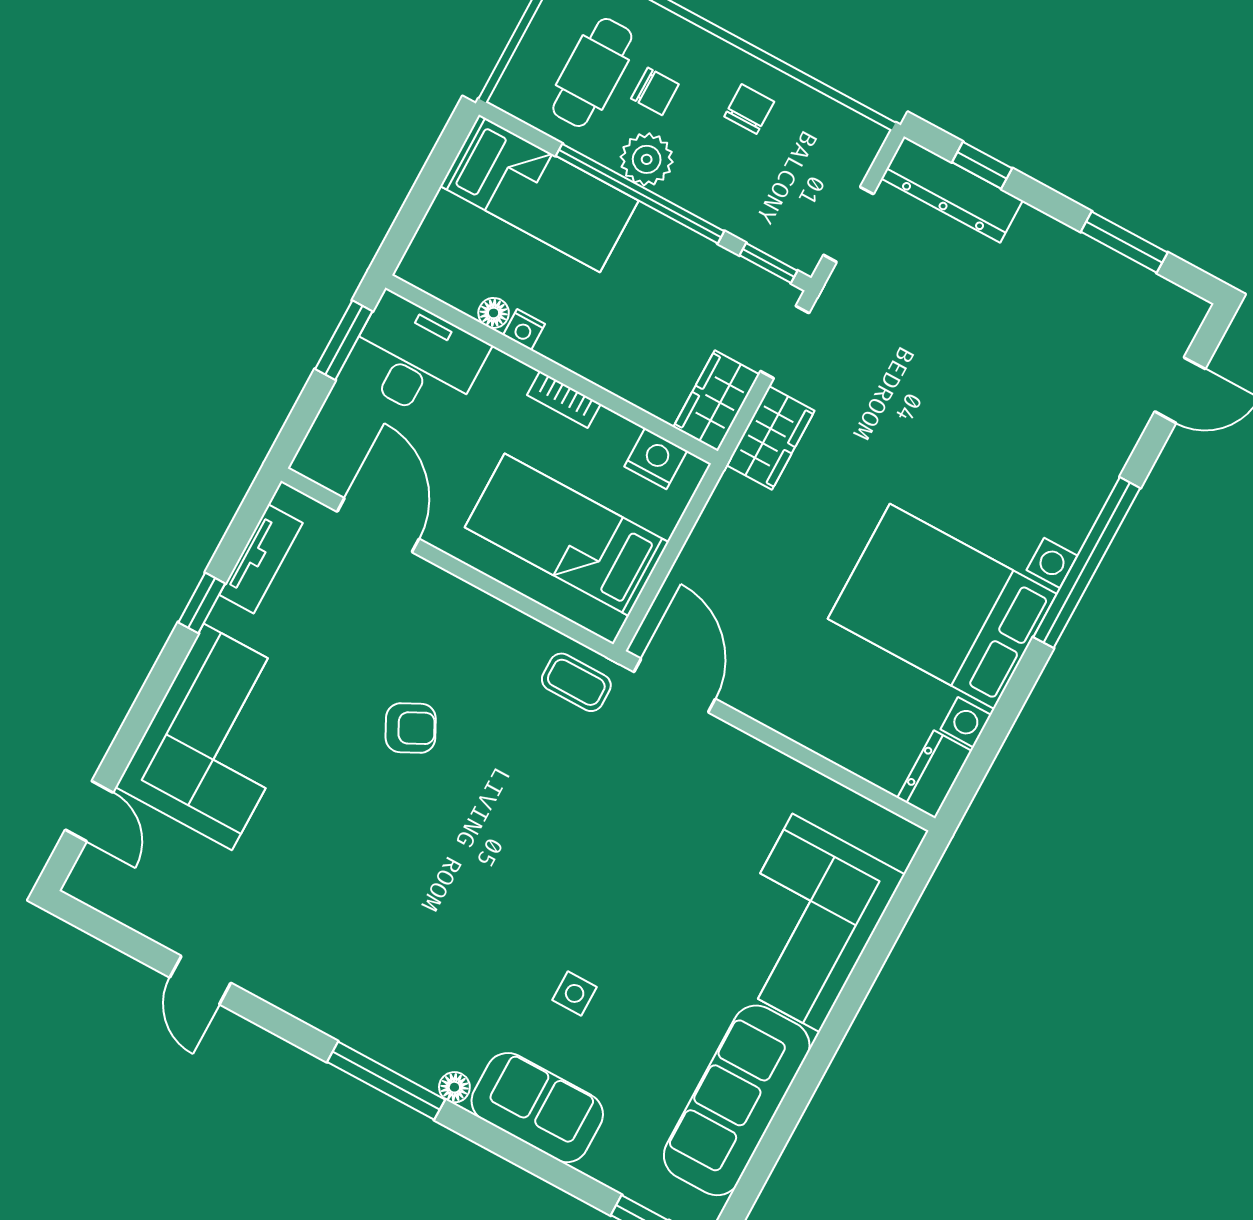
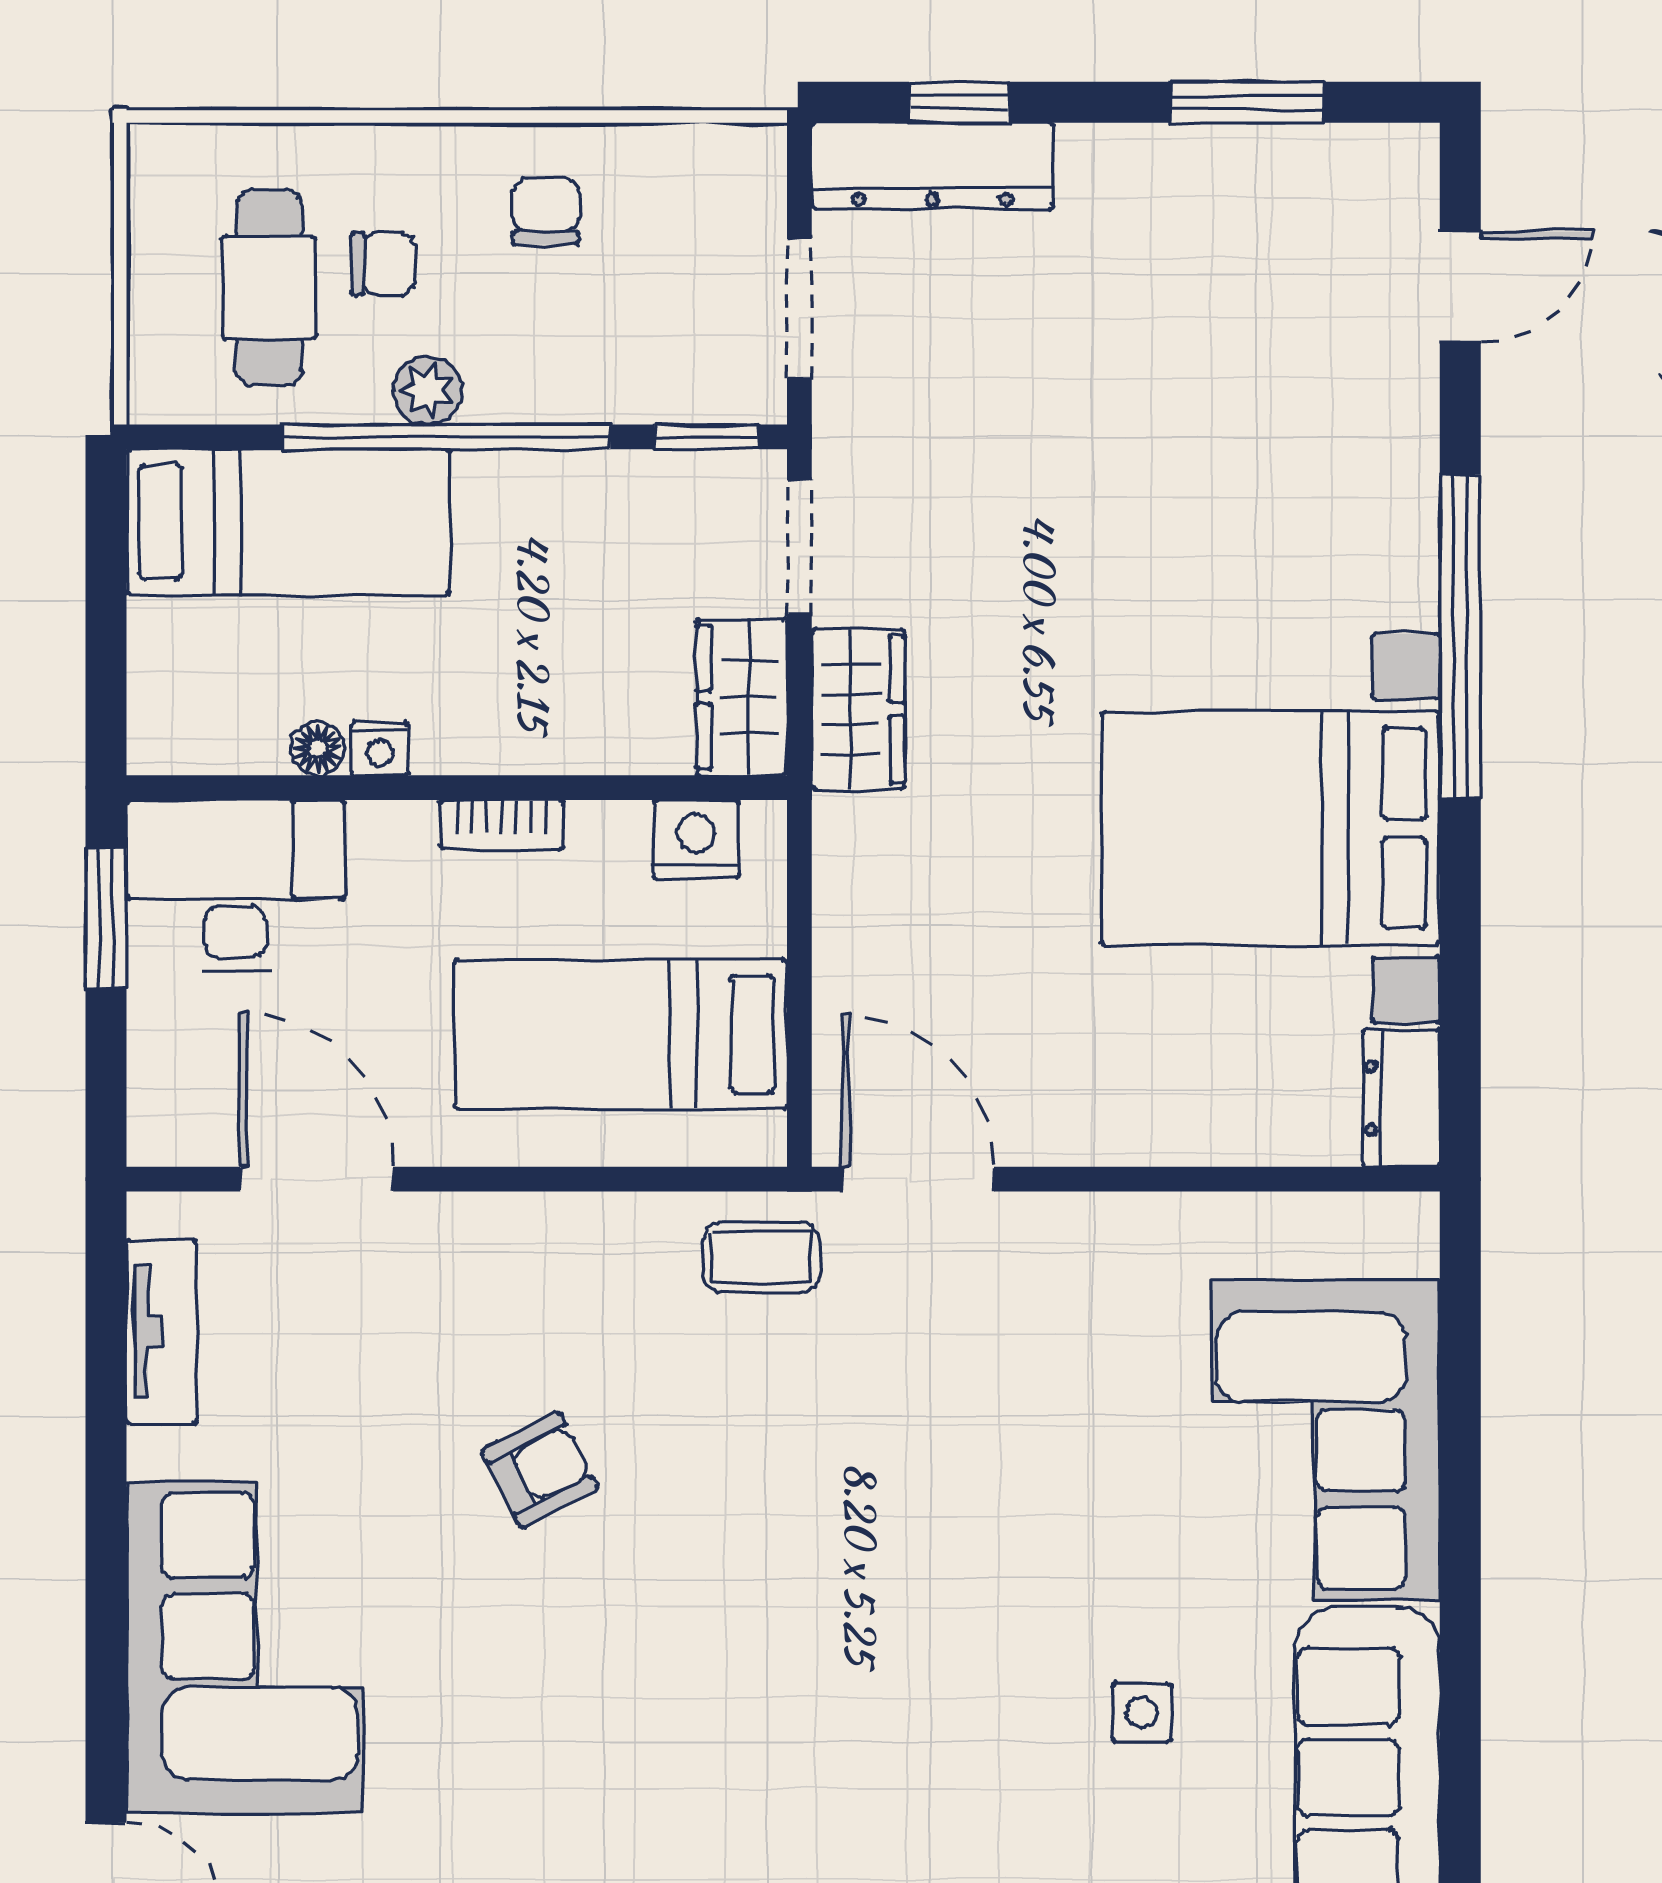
plant: (647, 159) -> (428, 390), width x0.73, depth x0.73
window: (202, 603) -> (106, 1451), removed
side table: (575, 993) -> (1142, 1713), moved

